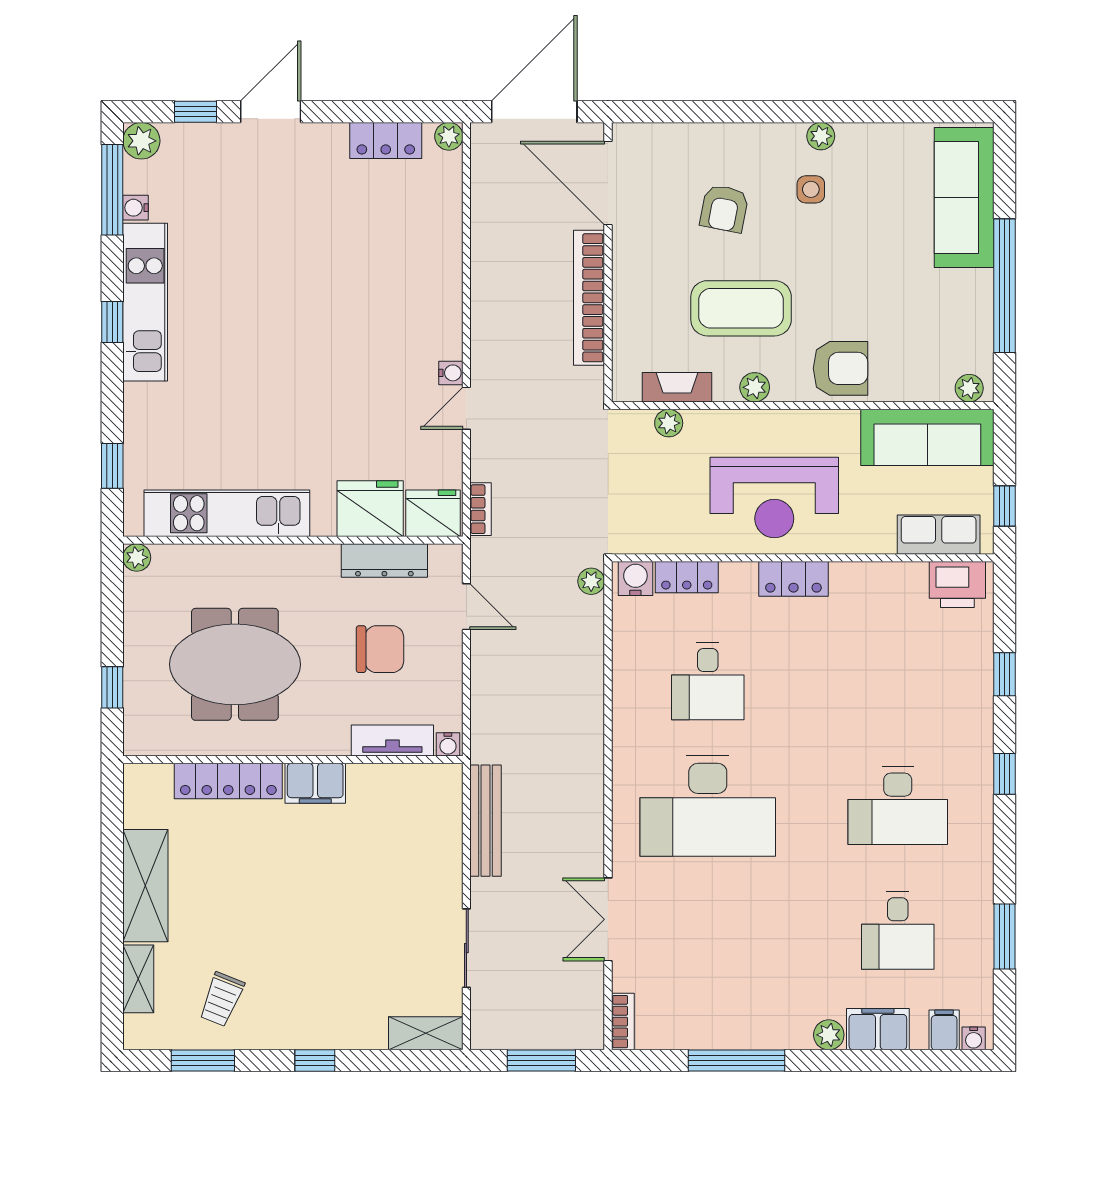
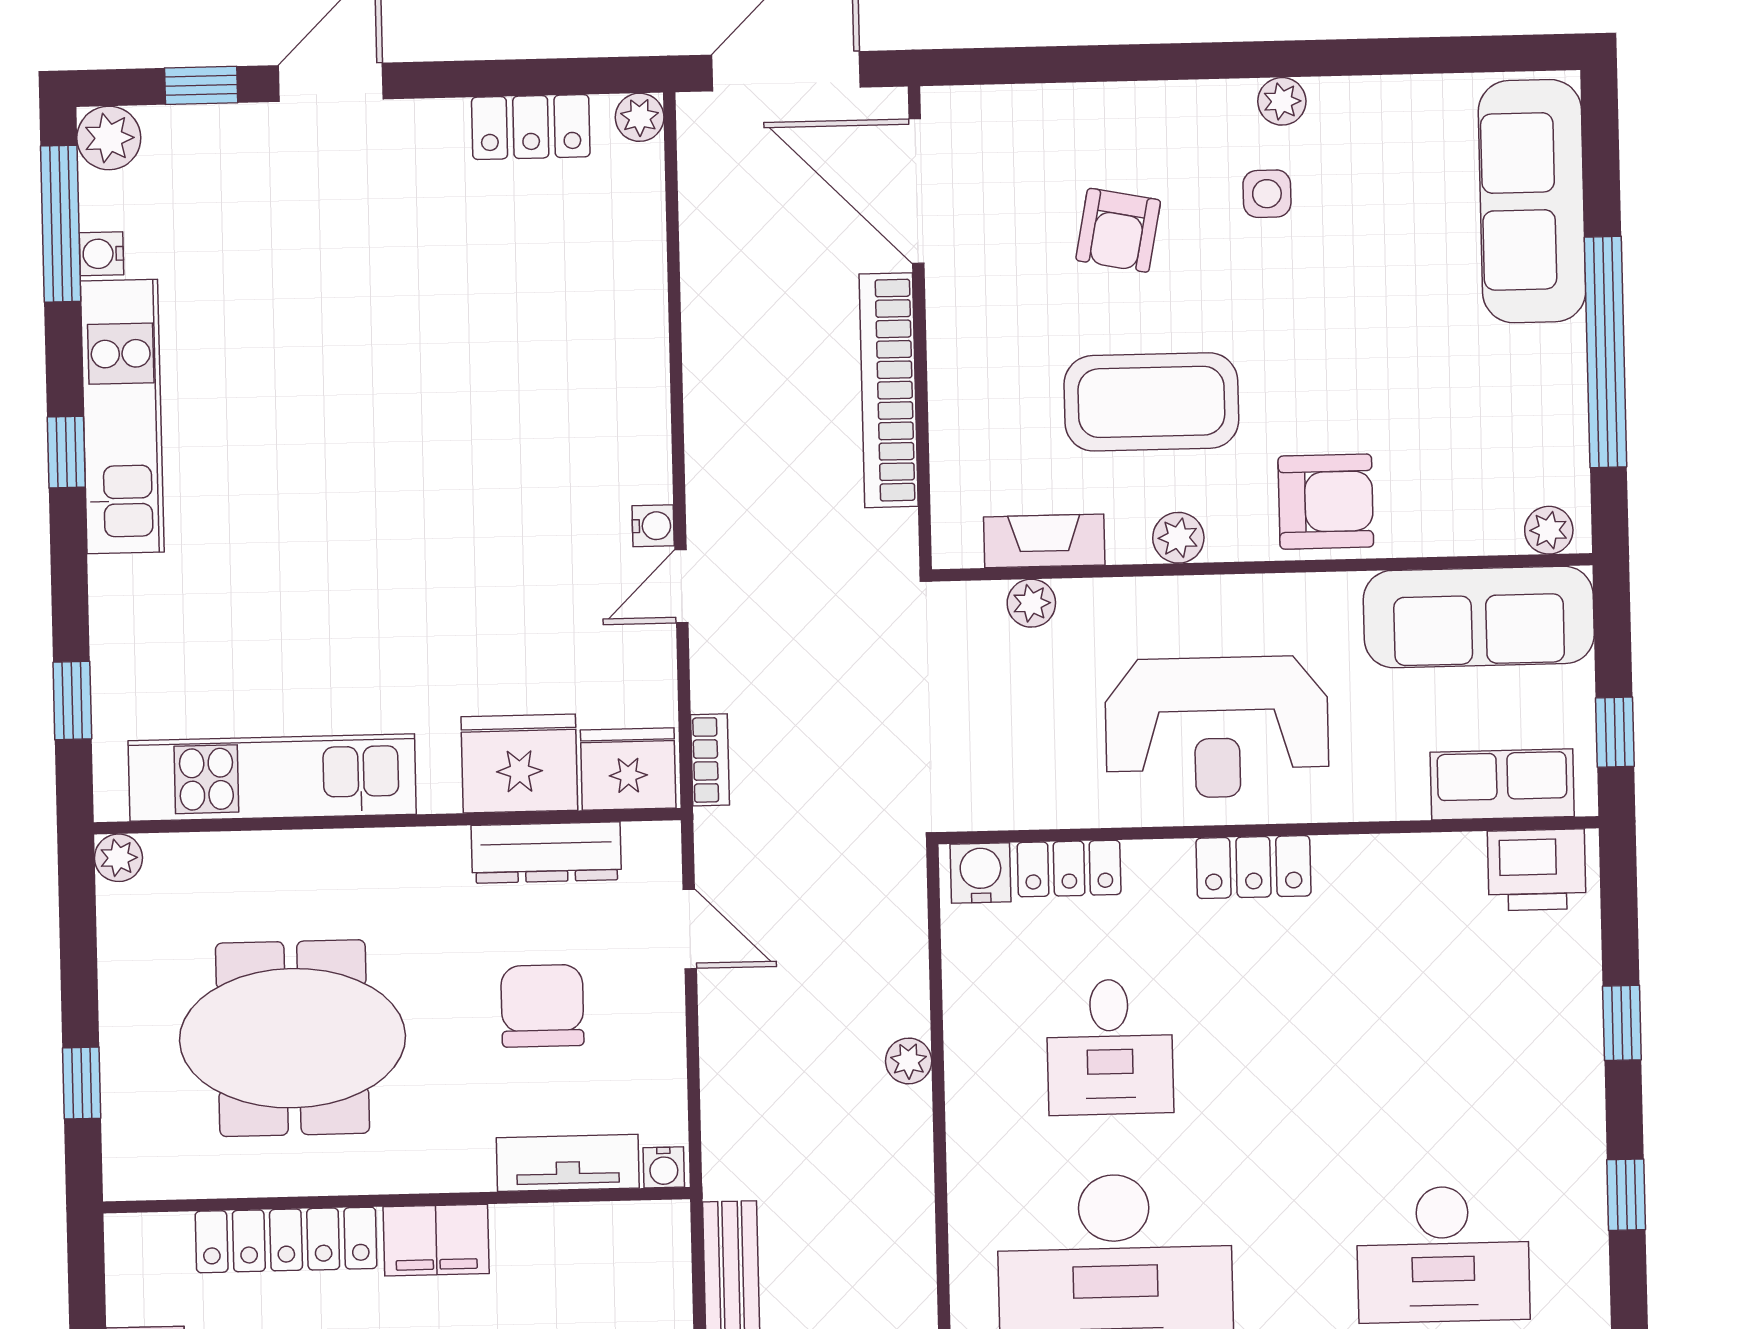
plant: (591, 581) -> (909, 1061), moved
chair: (380, 649) -> (542, 1006), turned -90

